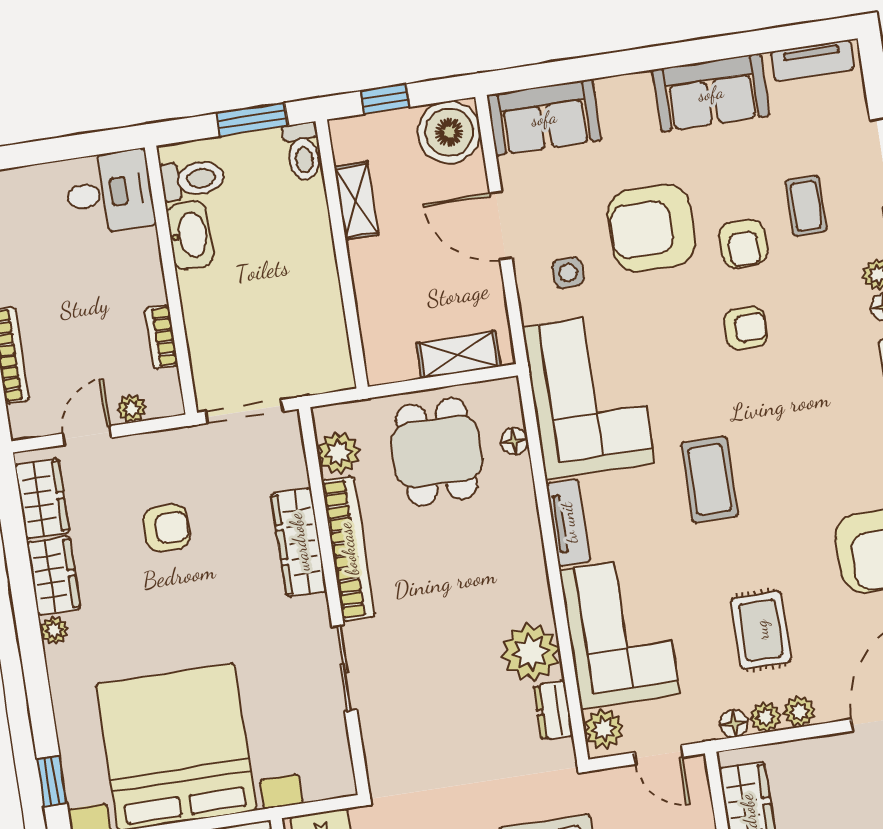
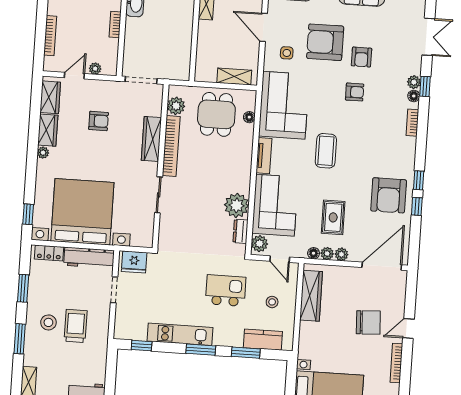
coffee table: (806, 206) -> (391, 47), removed
bookcase: (161, 337) -> (115, 24), moved

